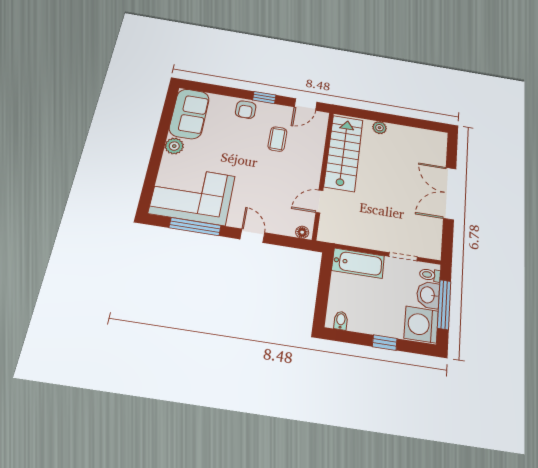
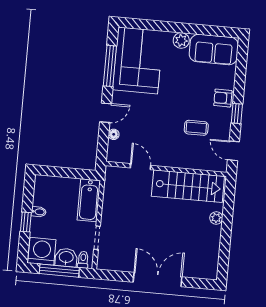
floor lamp: (302, 232) -> (114, 134), moved
bidet: (341, 321) -> (39, 212), moved

